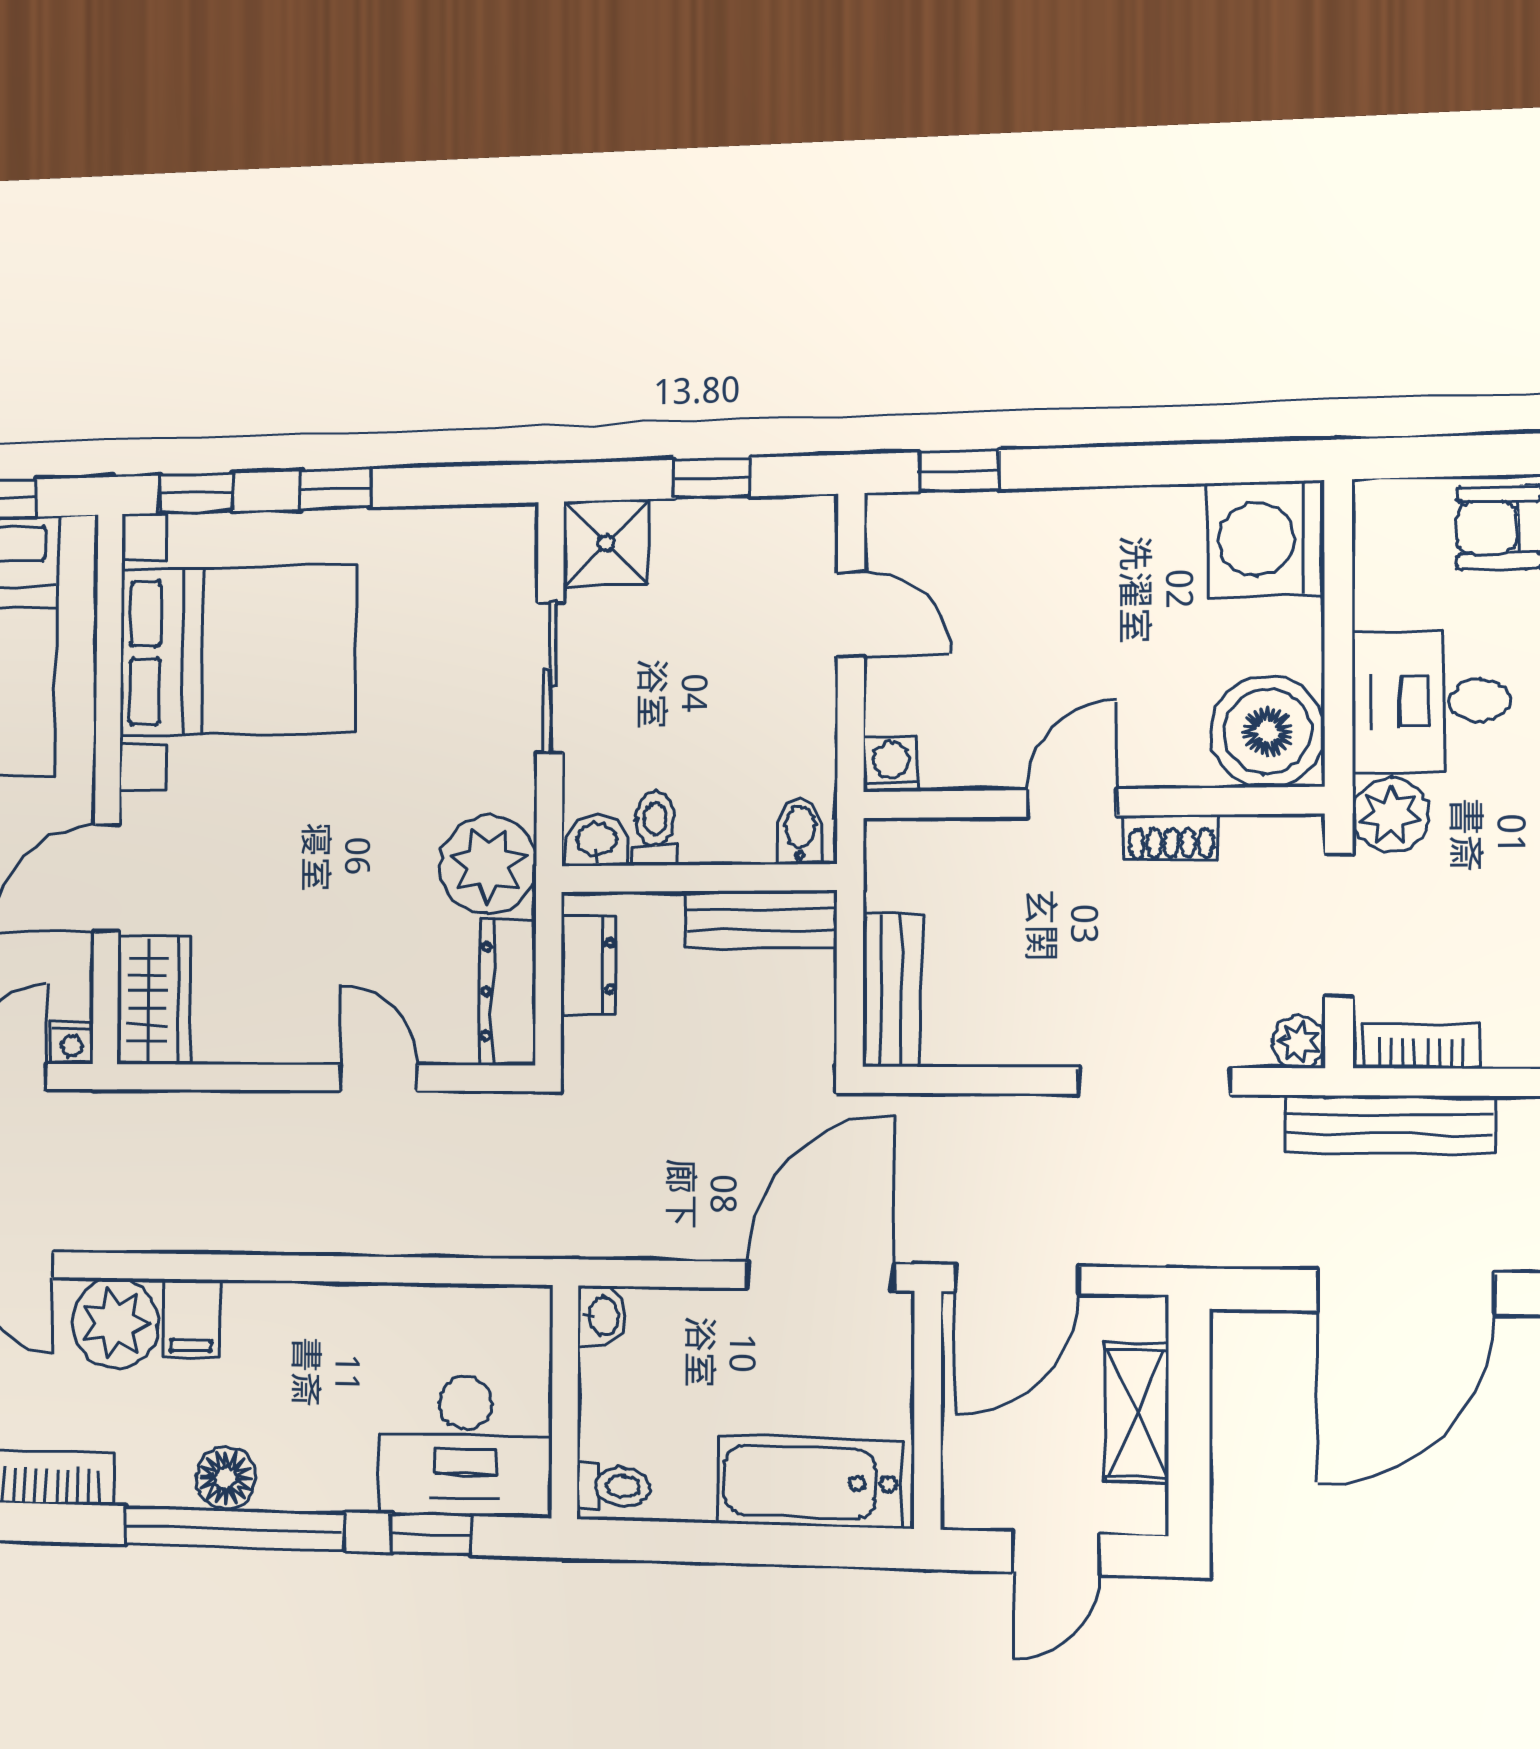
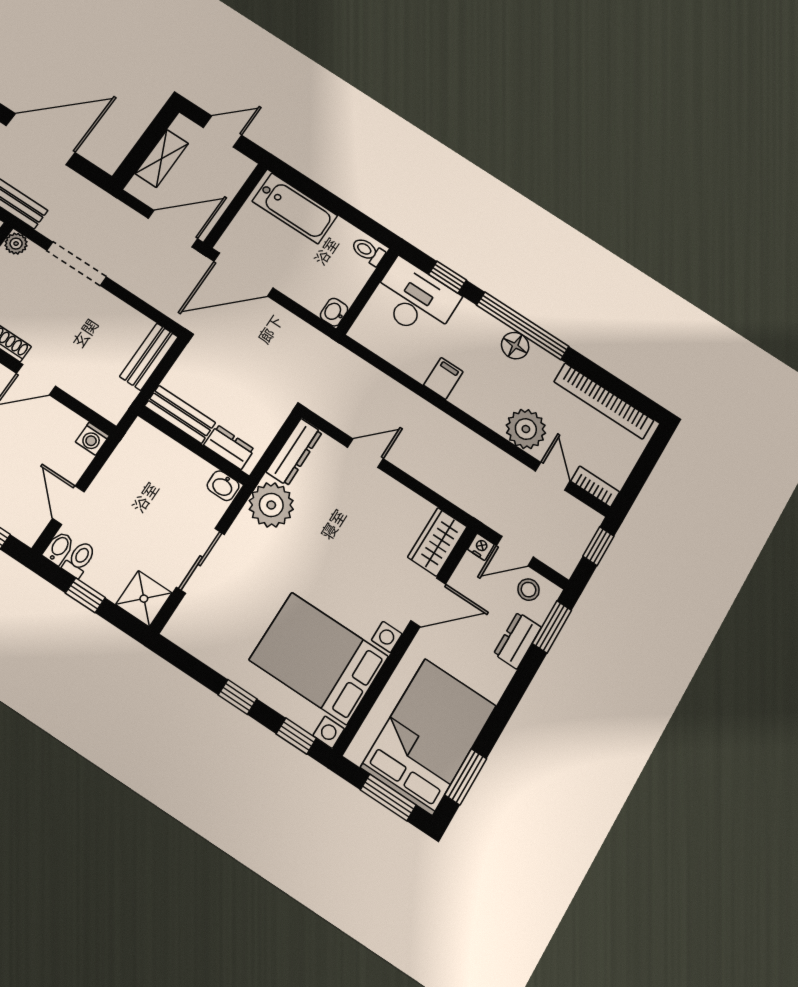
toilet: (655, 829) -> (79, 559), moved, turned 180
bidet: (800, 831) -> (59, 548), moved, turned 180
dresser: (588, 966) -> (229, 447), moved, turned 90
door: (378, 1078) -> (365, 453), swing flipped
filing cabinet: (191, 1318) -> (443, 378), moved

